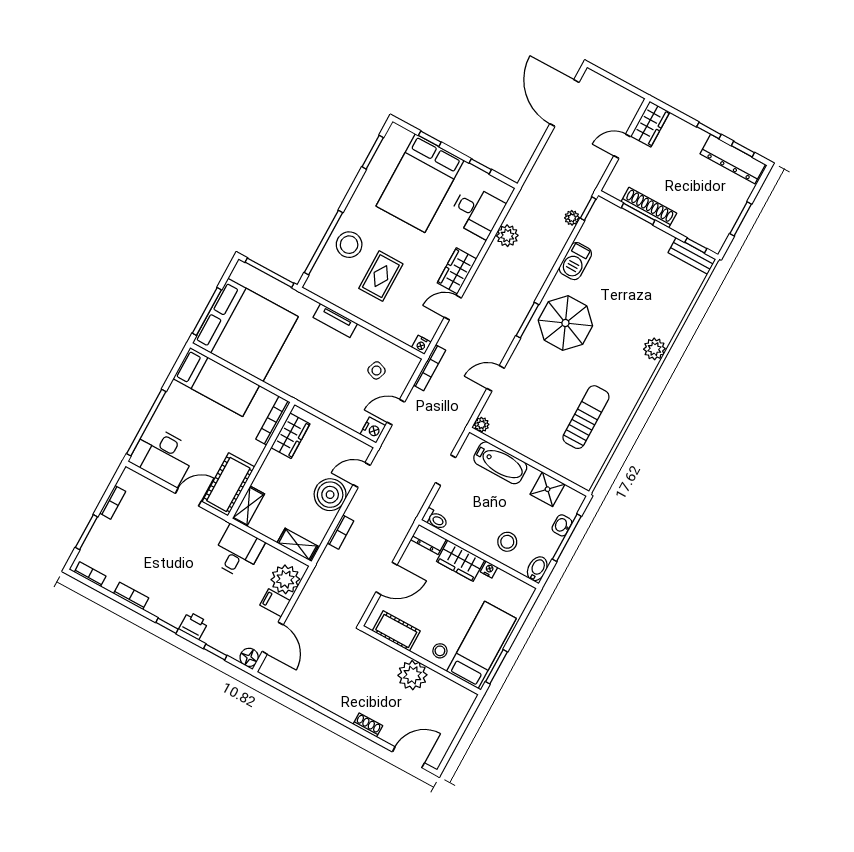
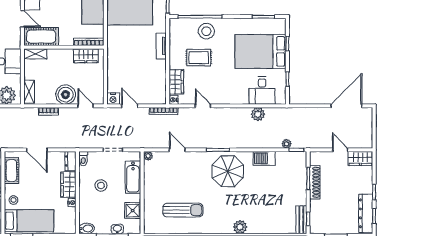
wardrobe: (457, 271) -> (176, 82), moved, turned 90
side table: (377, 370) -> (146, 83), removed
stool: (507, 542) -> (101, 185), moved

